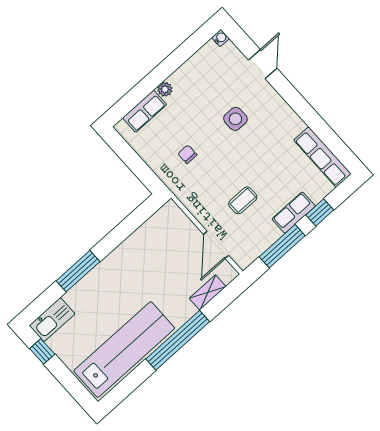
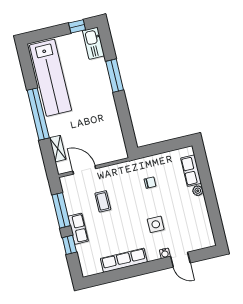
water cooler: (221, 38) -> (165, 253), moved
row of seats: (322, 157) -> (124, 260), moved

